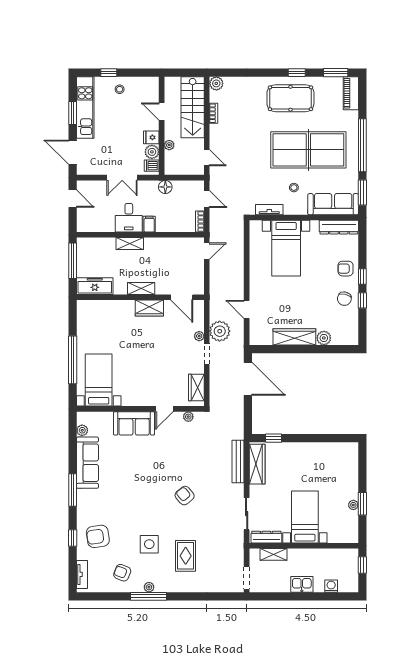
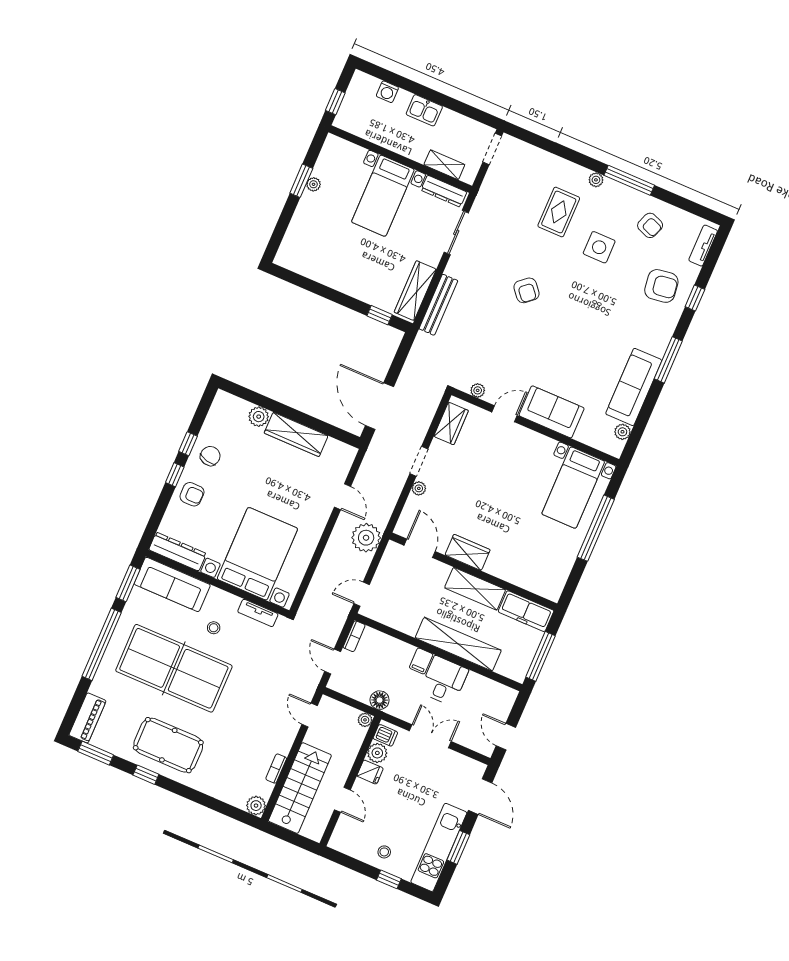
plant: (169, 145) -> (365, 720), moved
shelving: (130, 244) -> (458, 644), width x2.20, depth x1.33
bed with nightstands: (286, 248) -> (257, 554), width x1.36
shelving: (141, 289) -> (475, 589), width x1.50, depth x1.33
plant: (220, 331) -> (366, 538), moved
plant: (149, 587) -> (596, 180), moved

